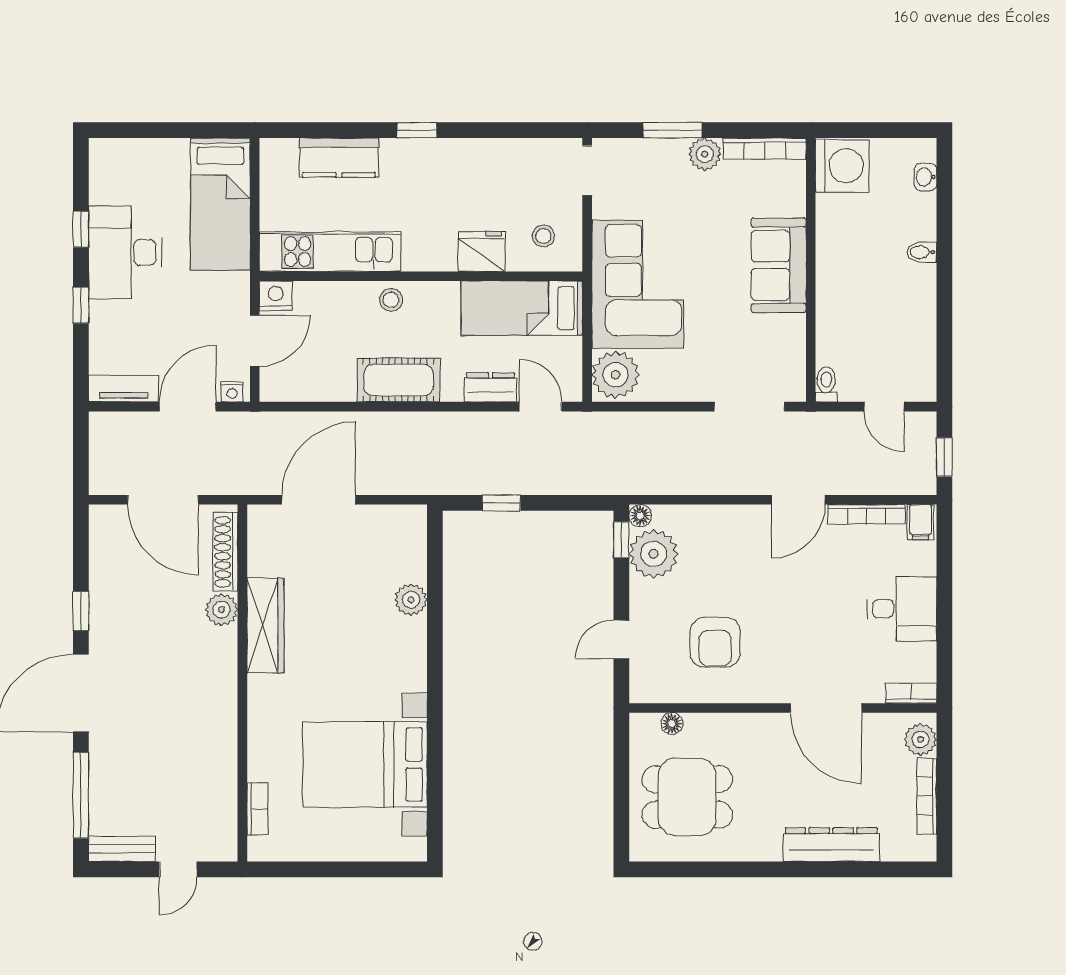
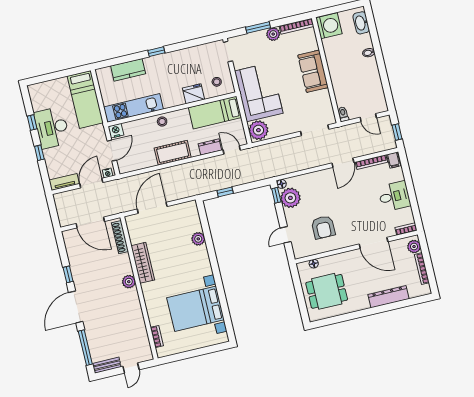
washbasin: (925, 177) -> (361, 23), width x1.91, depth x1.45
plant: (222, 610) -> (129, 282), moved

